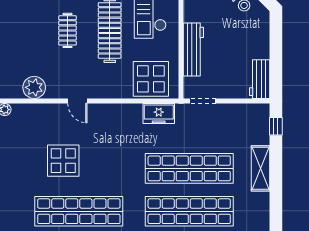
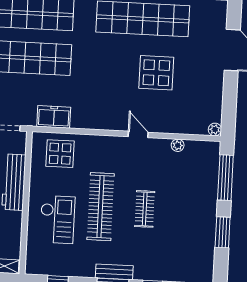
display table: (151, 79) -> (60, 154), width x0.73, depth x0.73
plant: (34, 87) -> (178, 145), width x0.53, depth x0.53

